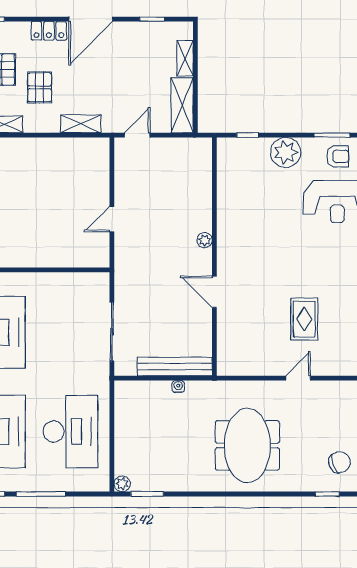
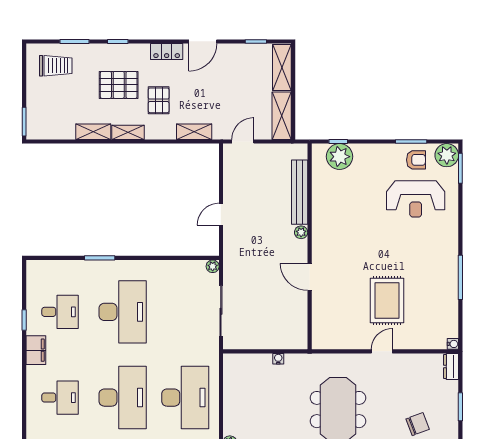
door: (91, 19) -> (203, 41), width x0.73
shelving: (185, 58) -> (282, 68), width x1.50, depth x1.33
plant: (286, 152) -> (340, 157), moved
plant: (102, 280) -> (213, 266), added
rug: (304, 319) -> (387, 300), width x1.36, depth x1.43
bench: (175, 367) -> (300, 192), moved, turned 90

